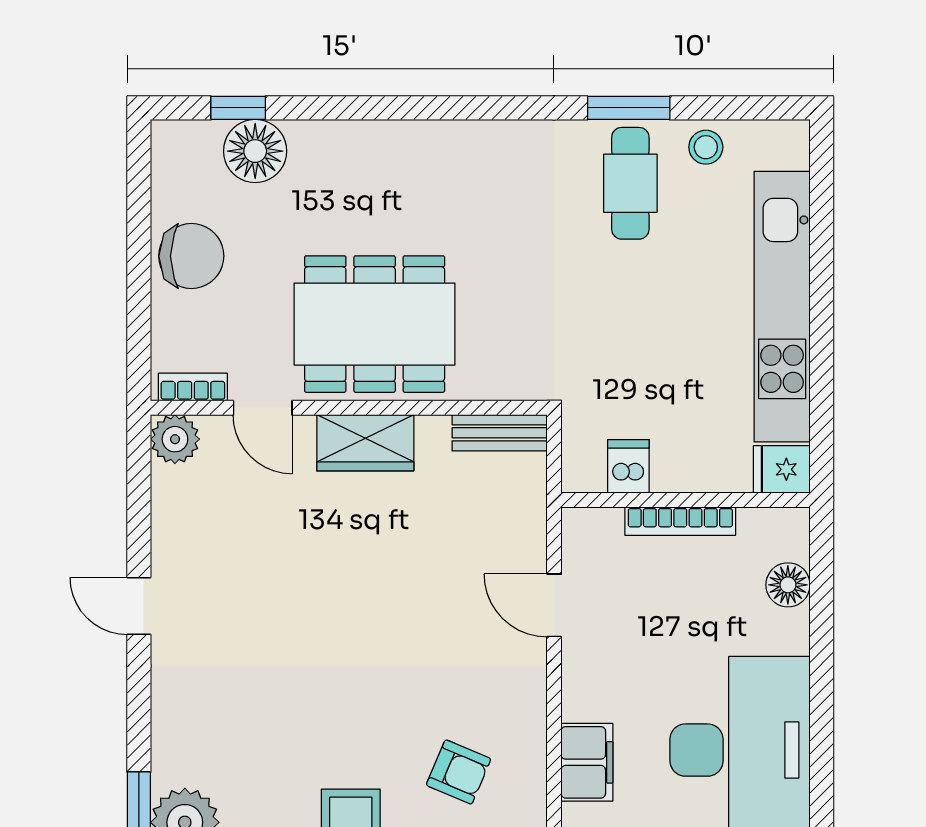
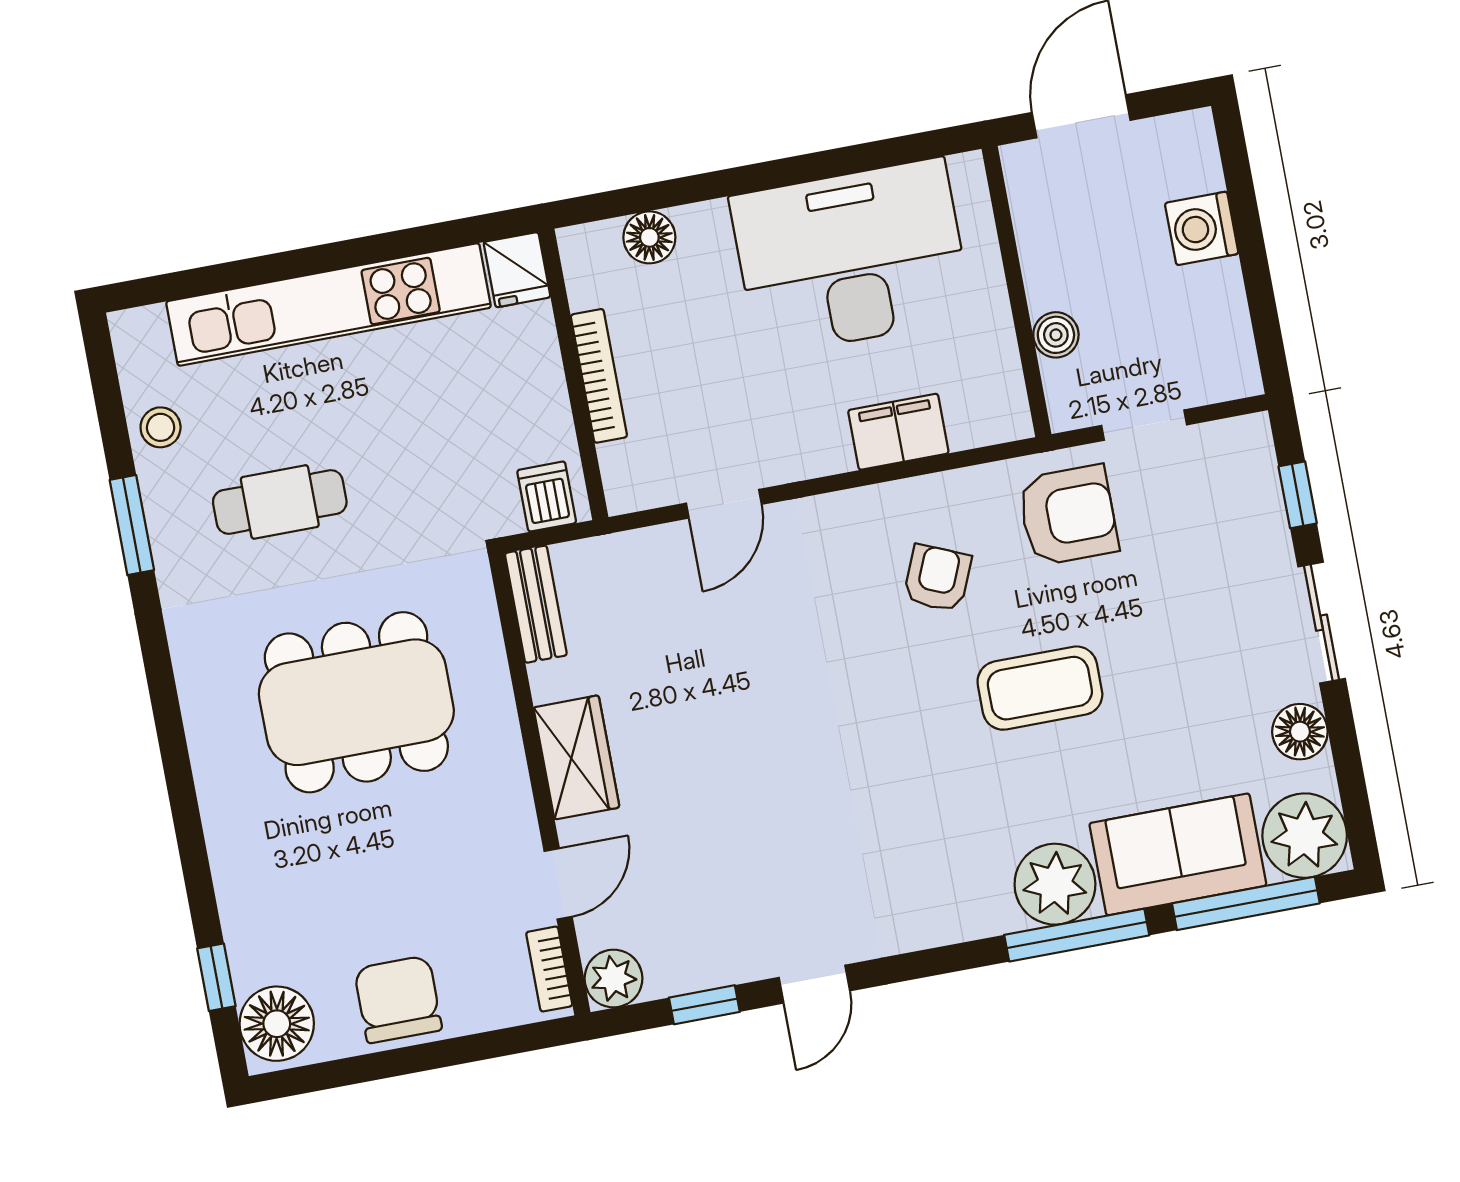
floor lamp: (255, 151) -> (277, 1024), moved
cafe table: (630, 183) -> (280, 502), moved
dining table: (375, 324) -> (356, 702), moved, turned 90
dishwasher: (628, 466) -> (547, 497), moved, turned 90
window: (139, 511) -> (704, 1005), added

